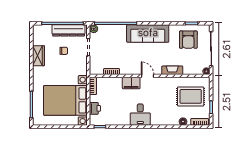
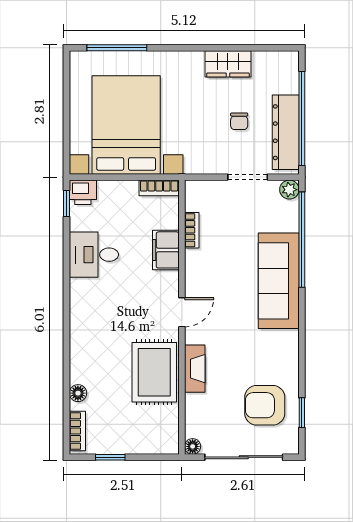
sofa: (148, 33) -> (279, 281), moved
filing cabinet: (131, 83) -> (166, 250), moved
rug: (191, 96) -> (154, 372), moved
printer: (95, 108) -> (83, 192), moved
desk: (140, 115) -> (94, 255), moved

